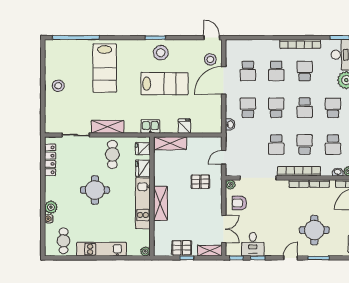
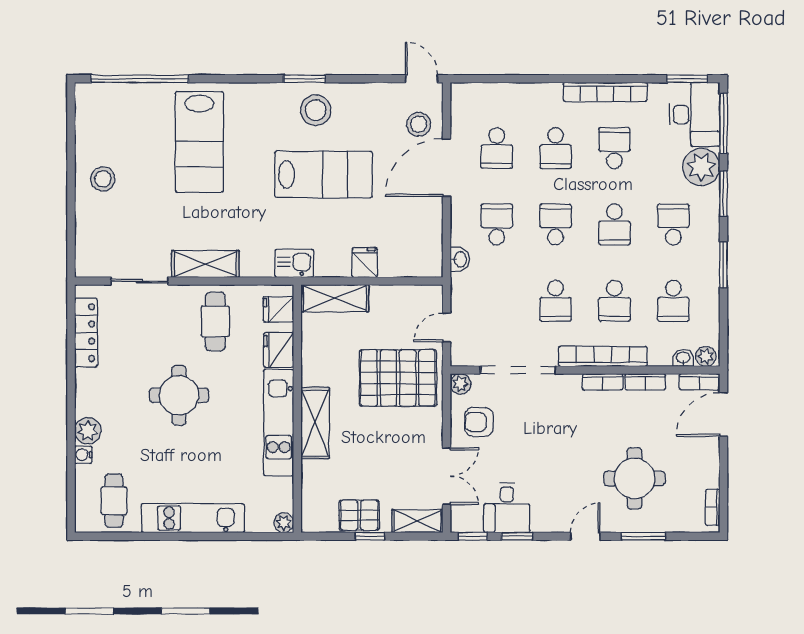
school desk: (305, 145) -> (614, 301), turned 180
pallet: (200, 182) -> (398, 378), width x2.05, depth x2.00

